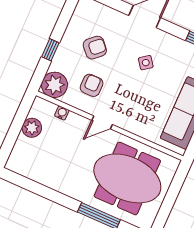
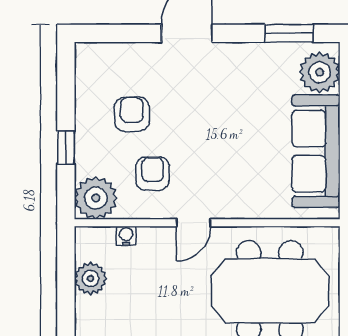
armchair: (95, 48) -> (132, 114), turned -48
side table: (146, 63) -> (219, 102), removed

